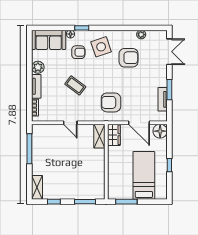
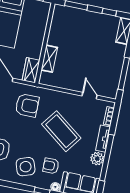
window: (29, 70) -> (107, 158), added
coffee table: (75, 85) -> (61, 131), width x1.86, depth x1.72
door: (70, 123) -> (90, 96), moved
shelving: (99, 136) -> (49, 59), moved

